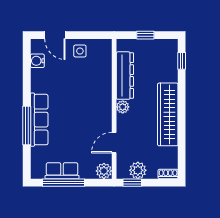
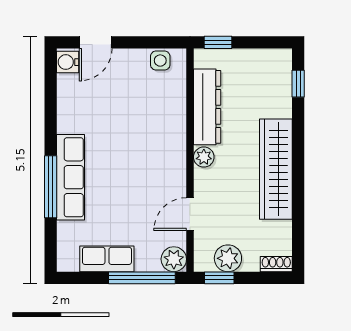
door: (55, 35) -> (96, 42), hinge flipped
window: (145, 35) -> (218, 42), moved
side table: (80, 51) -> (160, 61), moved
water cooler: (37, 61) -> (68, 62), moved
window: (64, 183) -> (142, 278), moved

